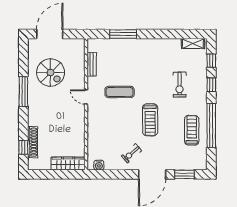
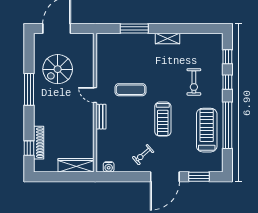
shelving: (193, 44) -> (167, 39), moved
bench: (92, 64) -> (101, 117), moved
spiral stairs: (51, 73) -> (58, 69), turned 90
treadmill: (192, 130) -> (207, 130), width x1.37, depth x1.38

